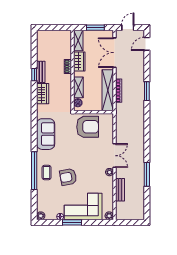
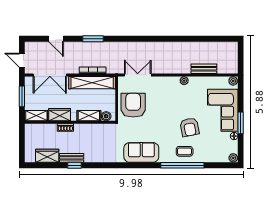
door: (147, 44) -> (56, 39), moved
wardrobe: (43, 94) -> (47, 156), moved
double door: (114, 156) -> (138, 75), moved
window: (147, 174) -> (187, 39), removed

